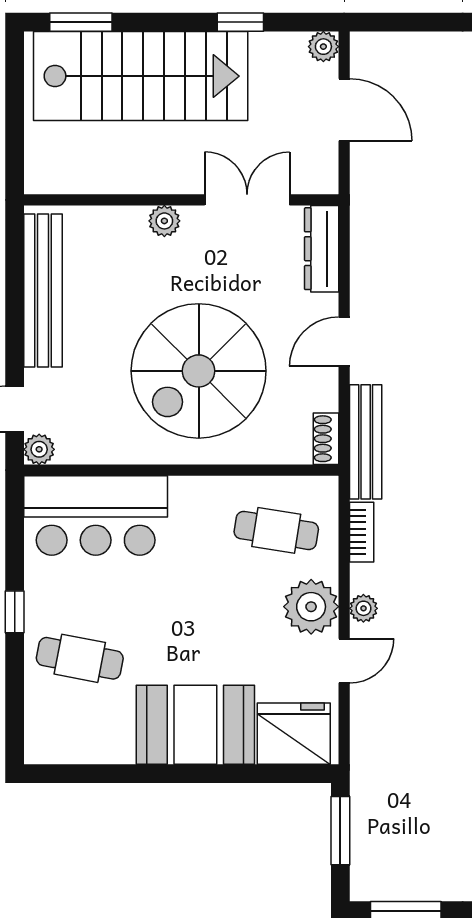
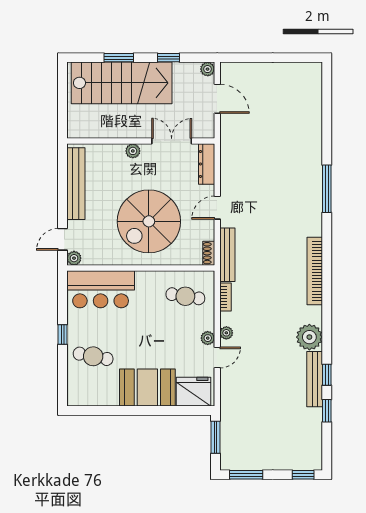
window: (81, 22) -> (119, 58), moved
plant: (311, 607) -> (208, 338), width x0.53, depth x0.53

